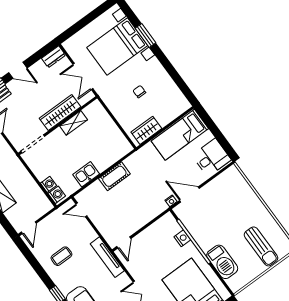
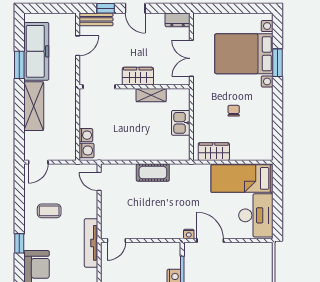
wardrobe: (60, 113) -> (138, 76), width x0.67
desk: (212, 158) -> (256, 215), width x1.37
kitchen sink: (86, 174) -> (181, 123), moved, turned -90

